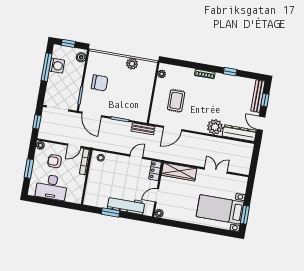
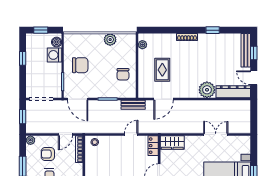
washing machine: (57, 66) -> (54, 55), moved, turned 180
window: (47, 67) -> (23, 58), width x0.46
chair: (138, 99) -> (123, 74), added
wardrobe: (179, 172) -> (172, 143), width x0.67

